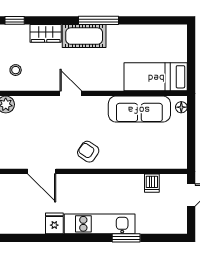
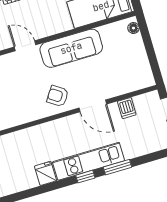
sofa: (139, 109) -> (71, 48), moved
door: (42, 171) -> (93, 106), moved
window: (92, 238) -> (85, 177), added

